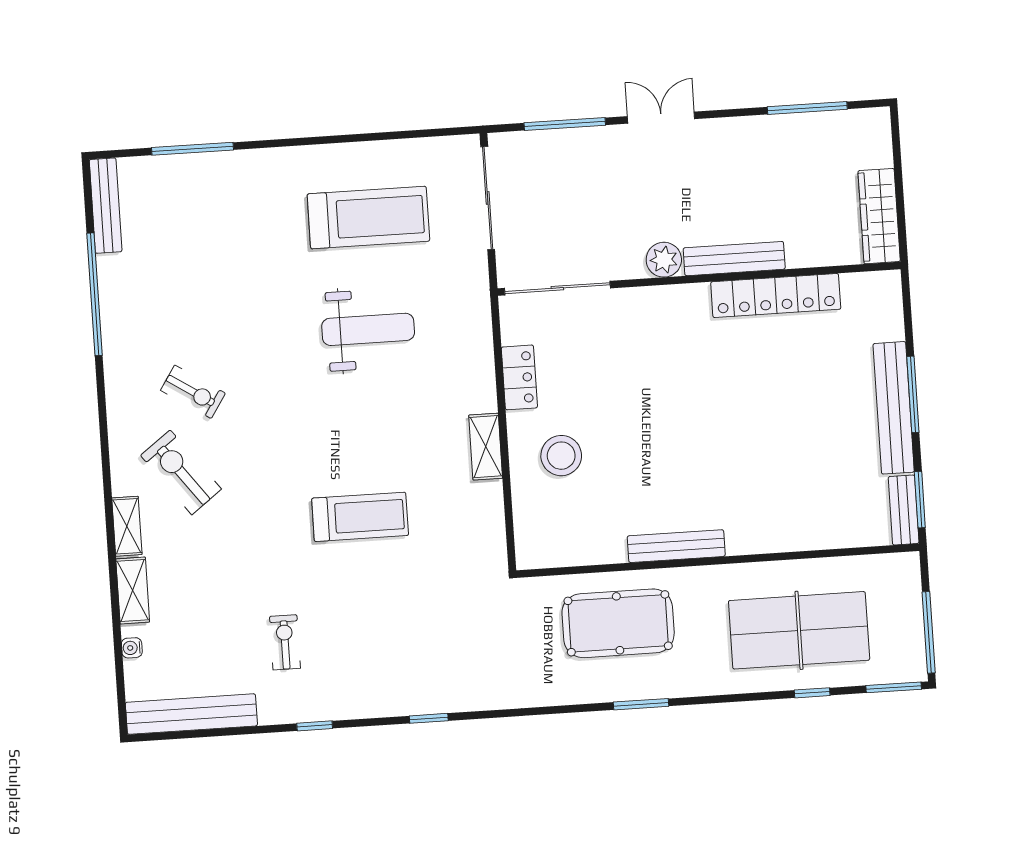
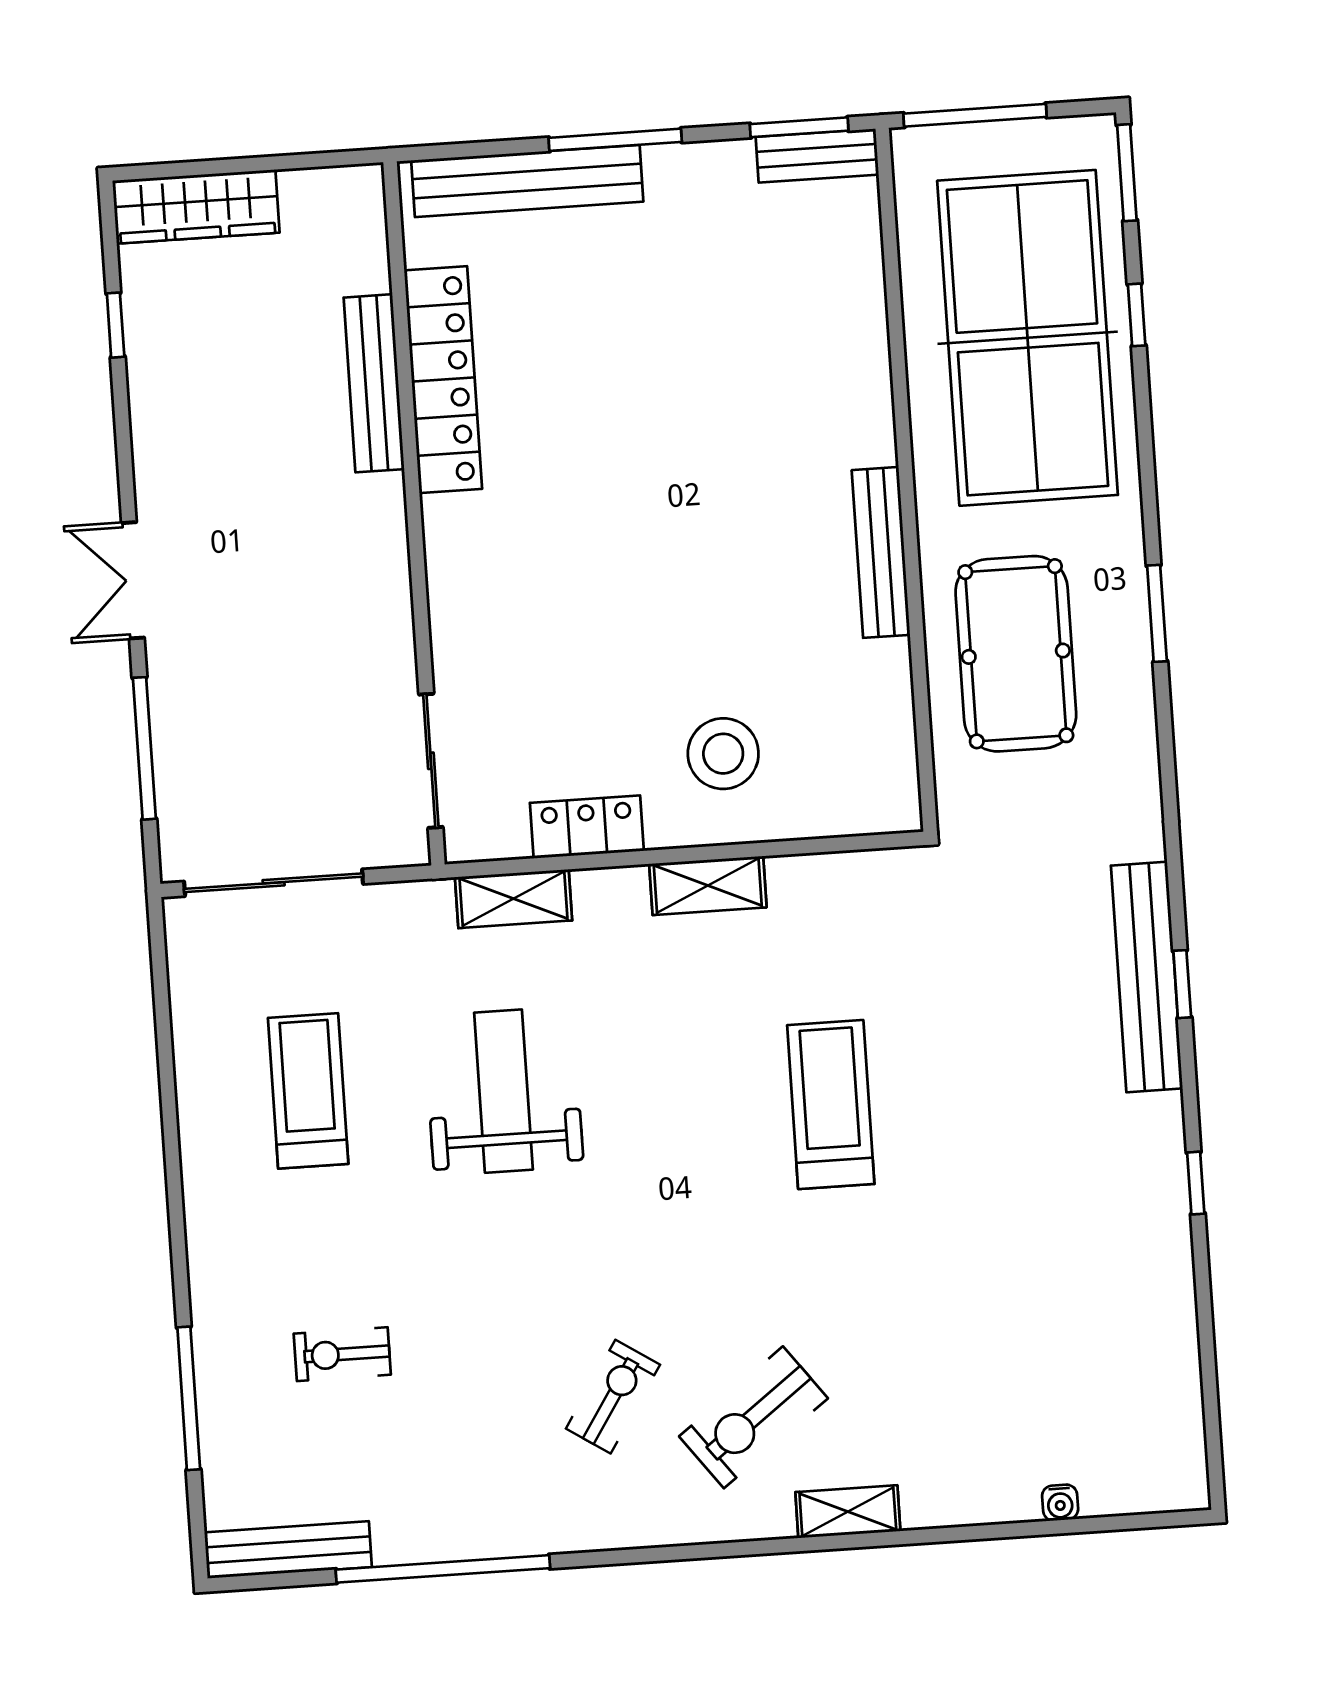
window: (807, 108) -> (116, 325), width x0.46
wardrobe: (879, 216) -> (196, 207), moved
treadmill: (368, 218) -> (308, 1091), width x0.73, depth x0.73
bench: (734, 259) -> (374, 383), moved
plant: (664, 260) -> (381, 575), removed
sliding door: (557, 288) -> (431, 761), width x0.73
bench: (894, 408) -> (527, 181), moved
shelving: (133, 590) -> (514, 899), moved
table tennis table: (799, 630) -> (1028, 338), width x1.36, depth x1.32
window: (929, 632) -> (975, 115), moved
exercise bike: (285, 642) -> (342, 1354), moved
bench: (191, 714) -> (1147, 977), moved

